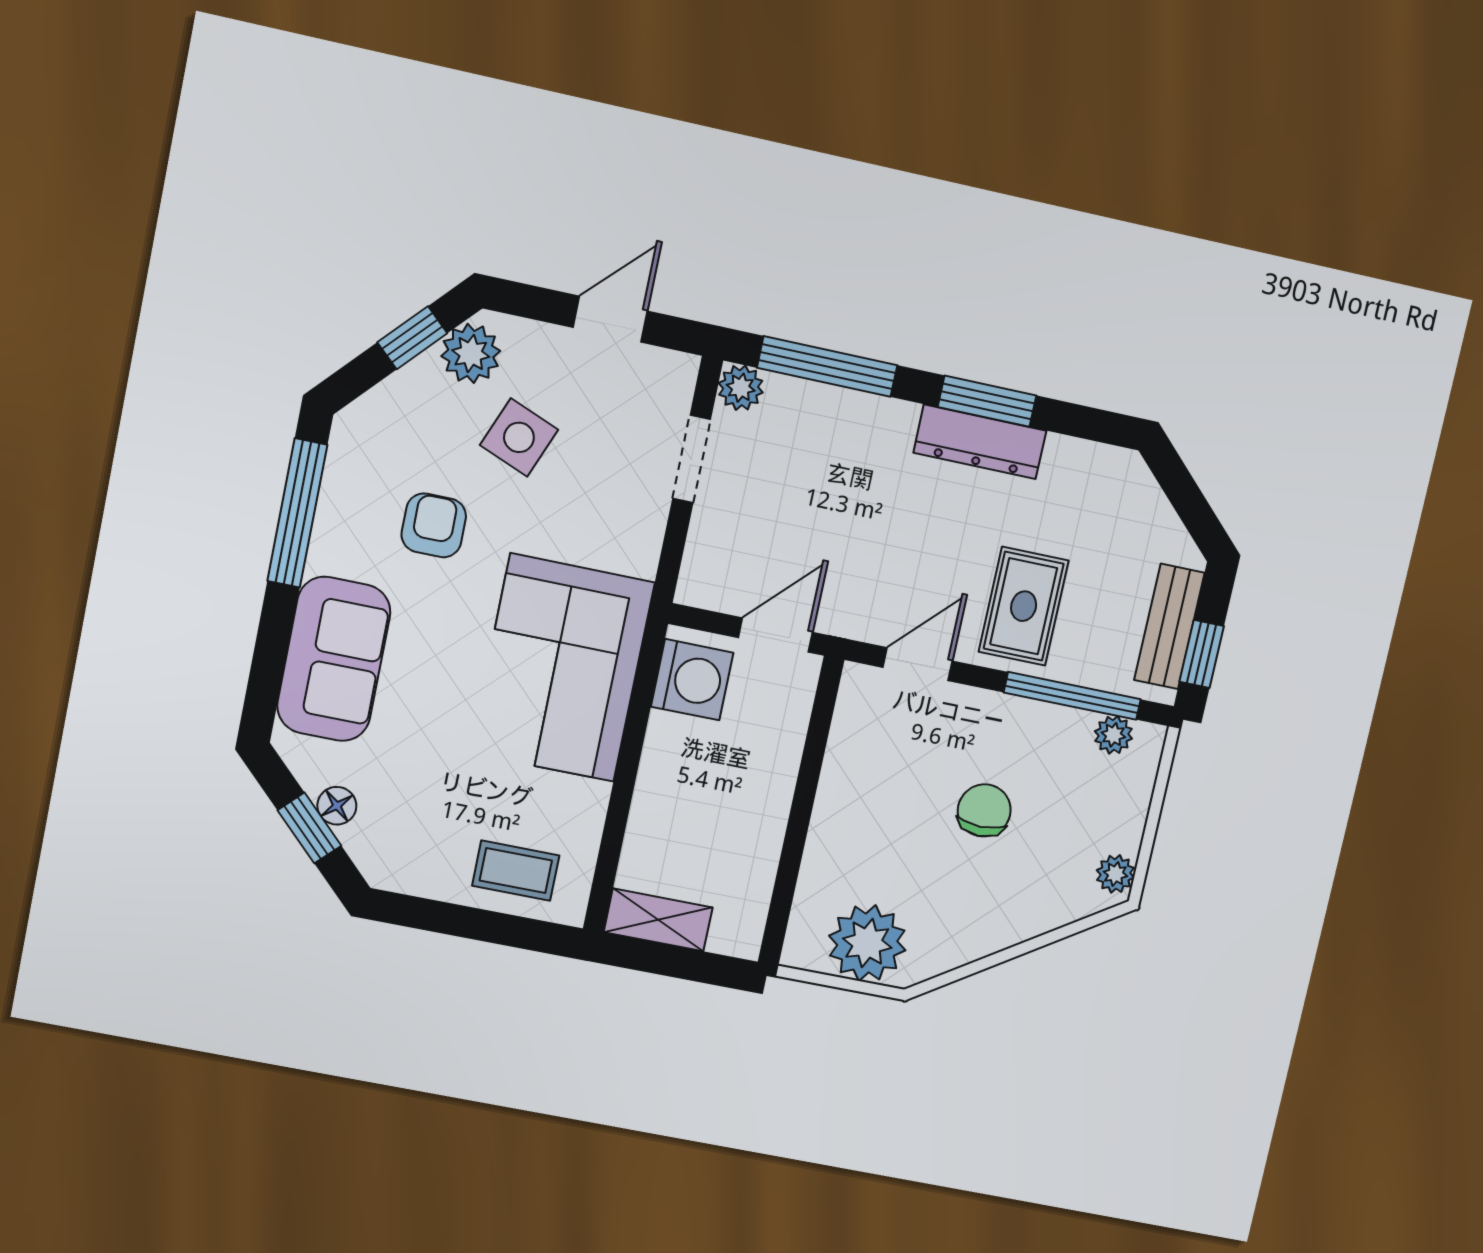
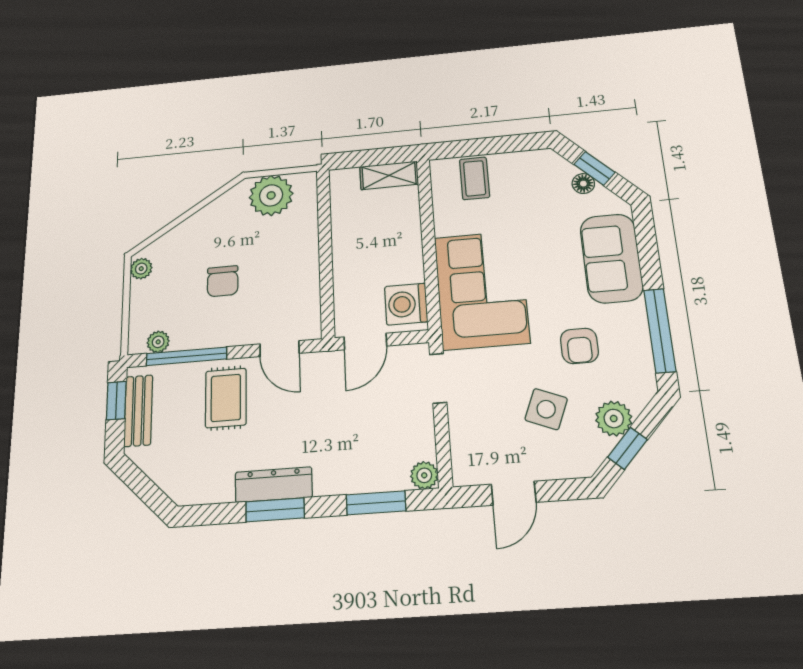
plant: (471, 354) -> (614, 419), moved
window: (827, 366) -> (376, 503), width x0.69
doorway: (692, 459) -> (438, 378), moved
door: (918, 664) -> (280, 349), hinge flipped
coffee table: (516, 871) -> (474, 178), turned 90

